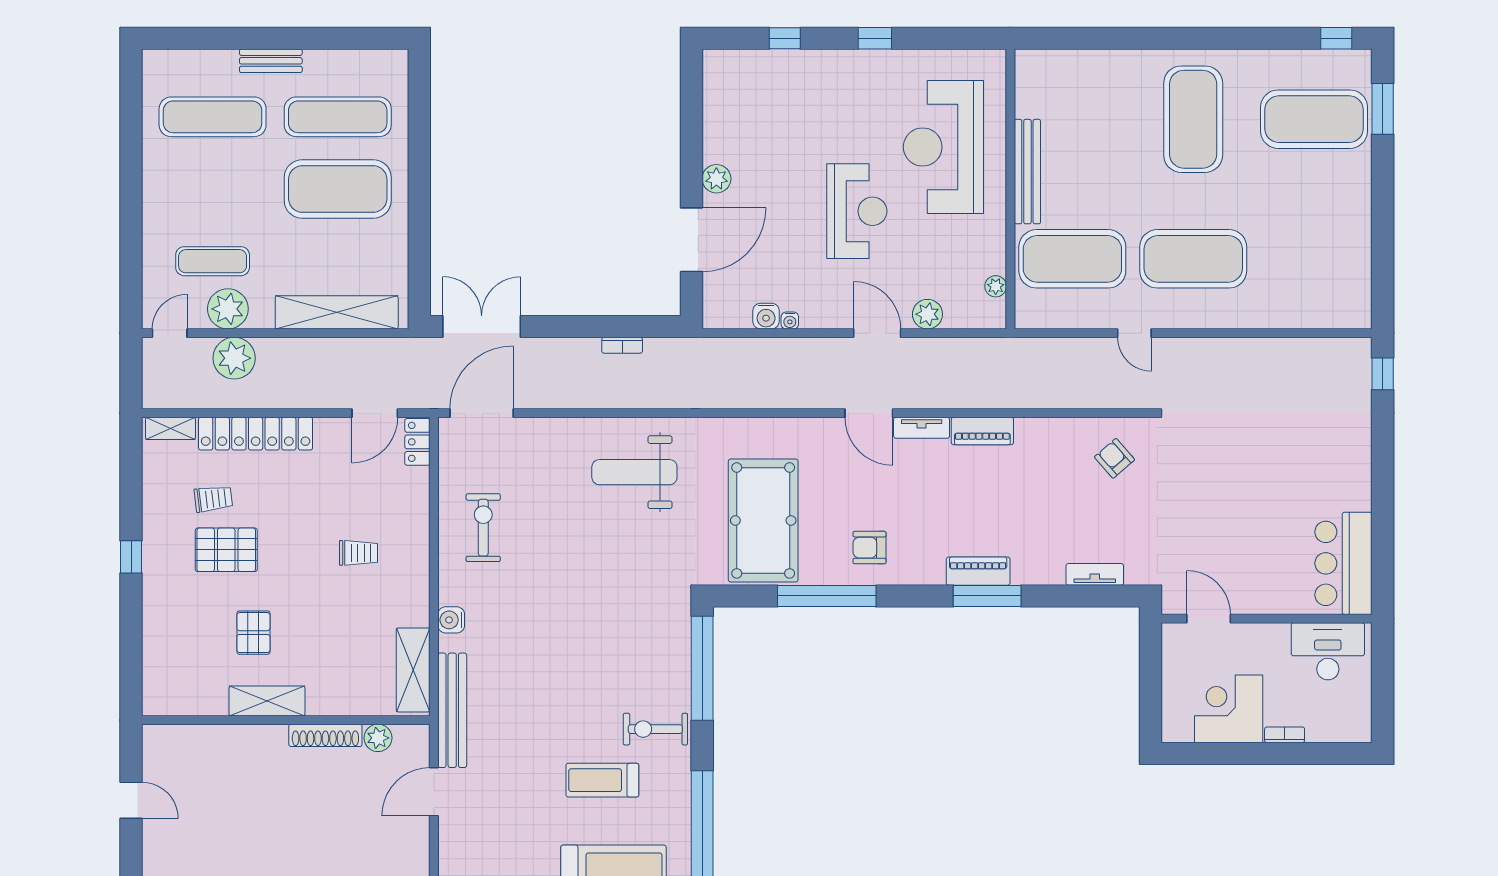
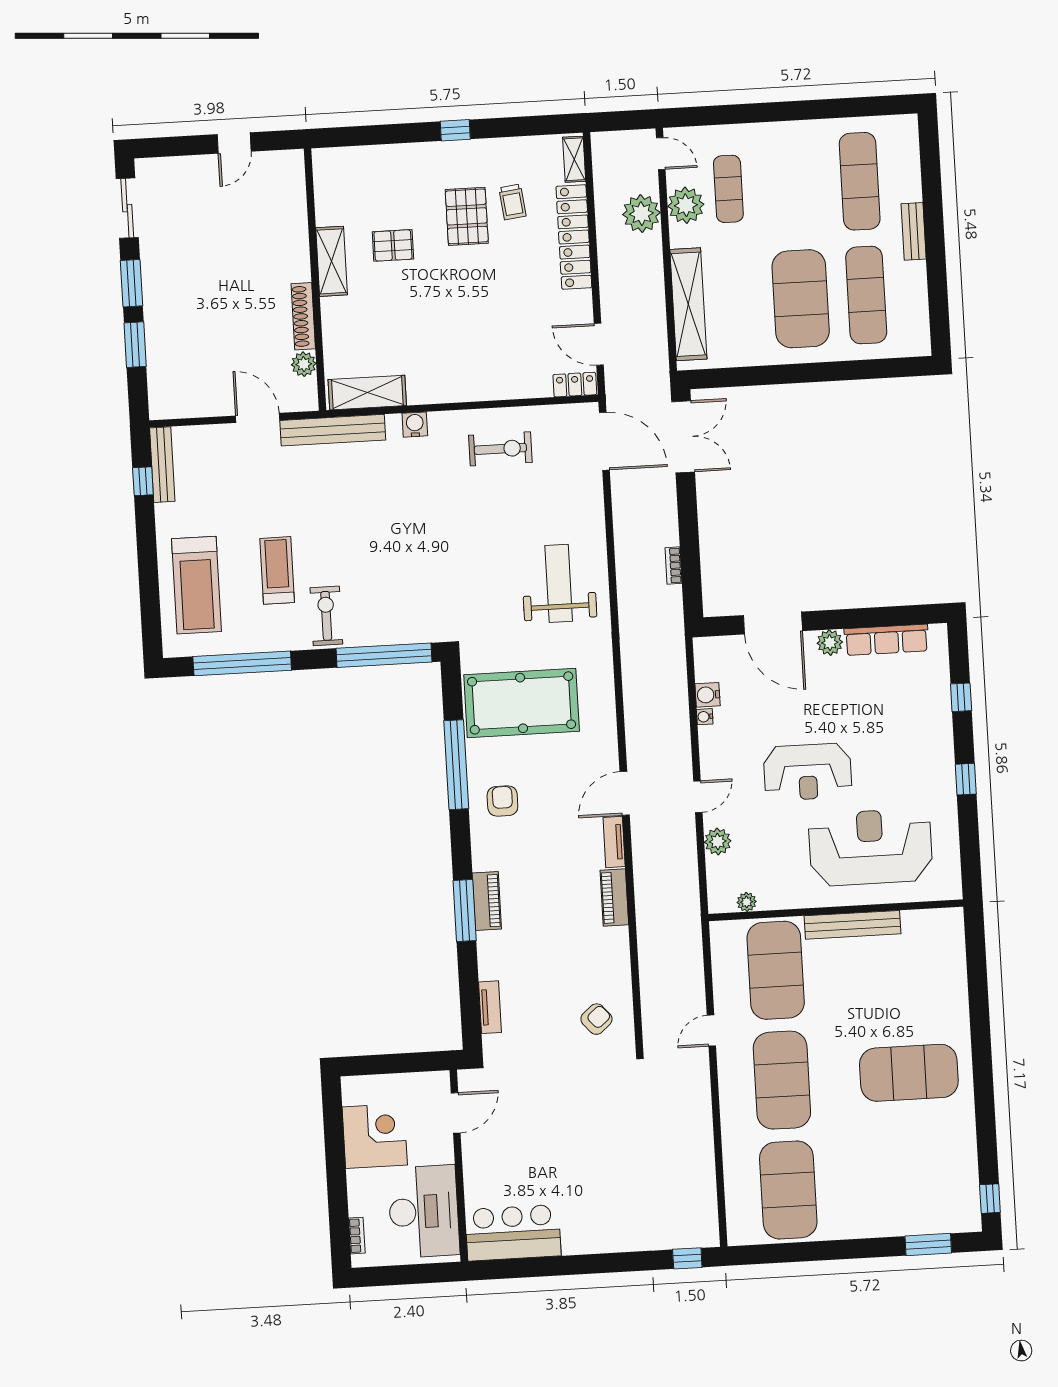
row of seats: (717, 116) -> (886, 640), added
exercise mat: (1314, 119) -> (788, 1190), moved
door: (877, 333) -> (698, 797), width x0.73
trolley: (358, 553) -> (471, 337), removed
desk: (1328, 651) -> (424, 1211), width x1.36, depth x1.30
bookcase: (1285, 735) -> (357, 1236), moved

